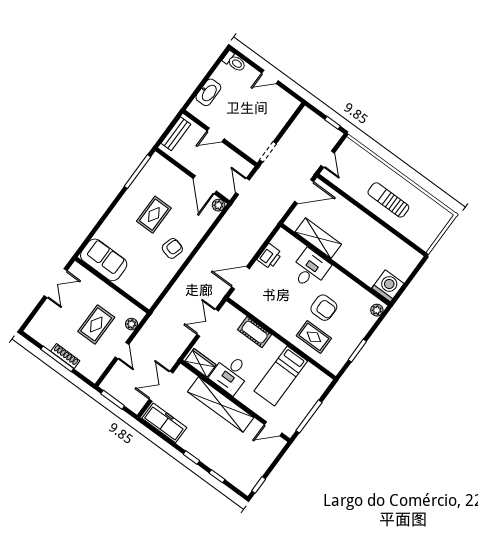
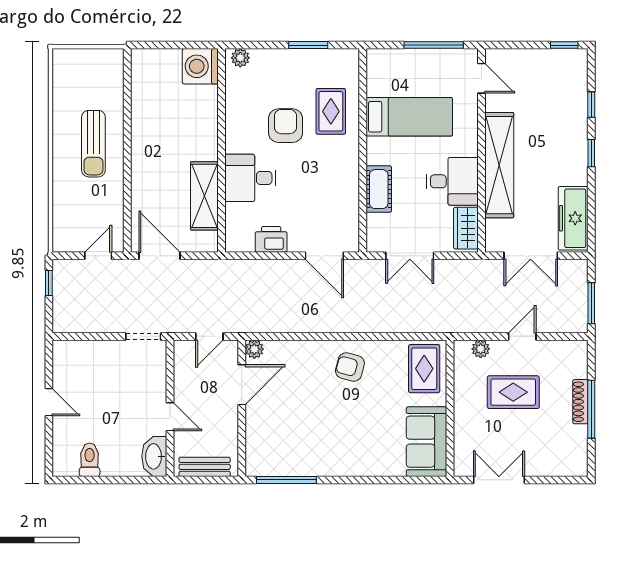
toilet: (234, 62) -> (90, 460), moved
washbasin: (208, 92) -> (154, 456), moved, turned -90
rug: (154, 215) -> (424, 369), moved, turned 90

